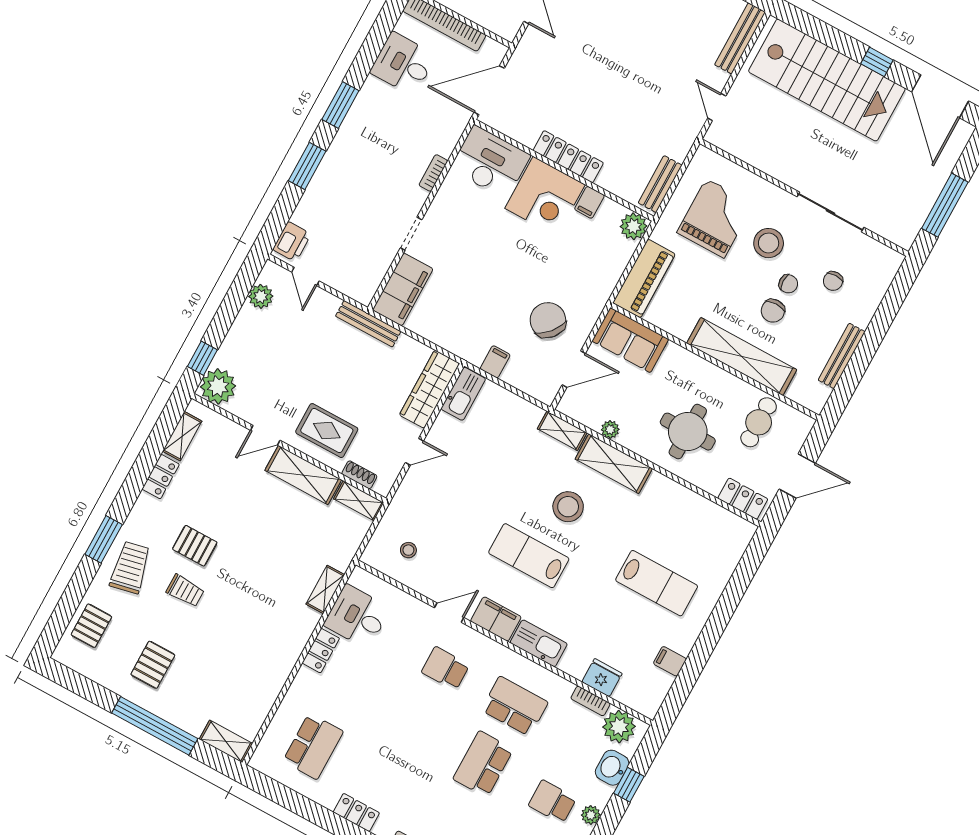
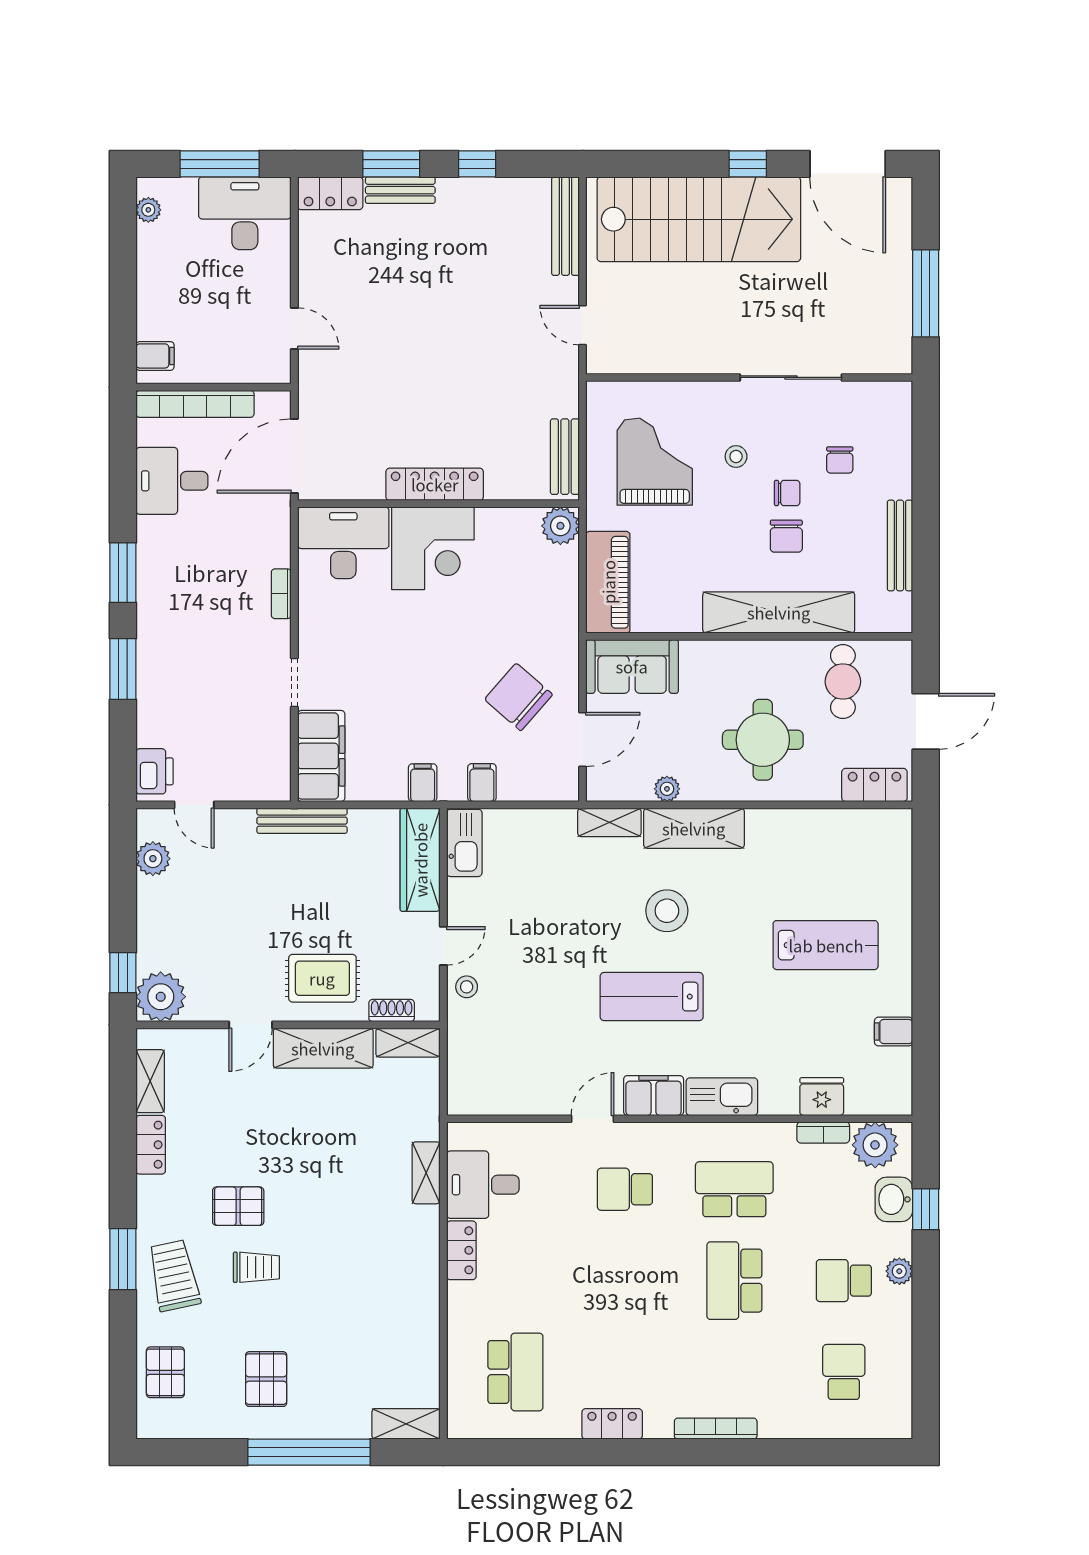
filing cabinet: (589, 202) -> (423, 783), moved, turned 180
stool: (769, 243) -> (736, 456), width x0.53, depth x0.53
stool: (408, 550) -> (467, 987), moved

